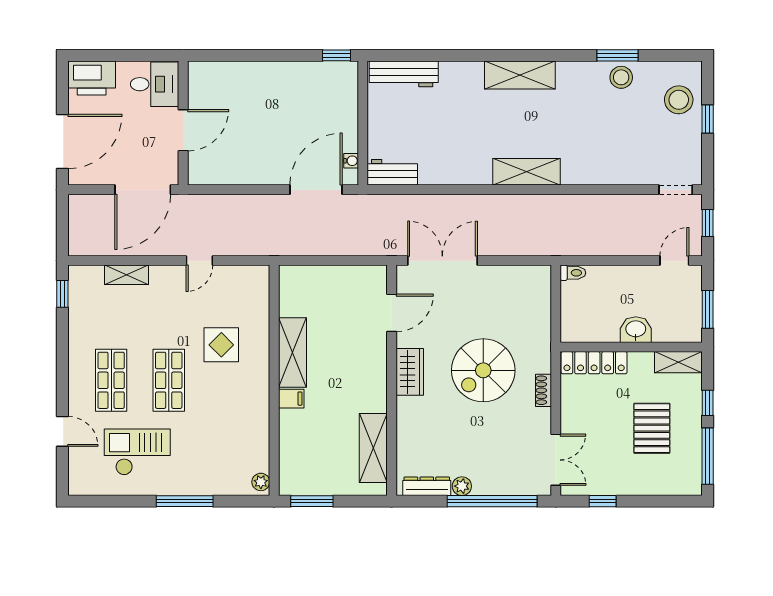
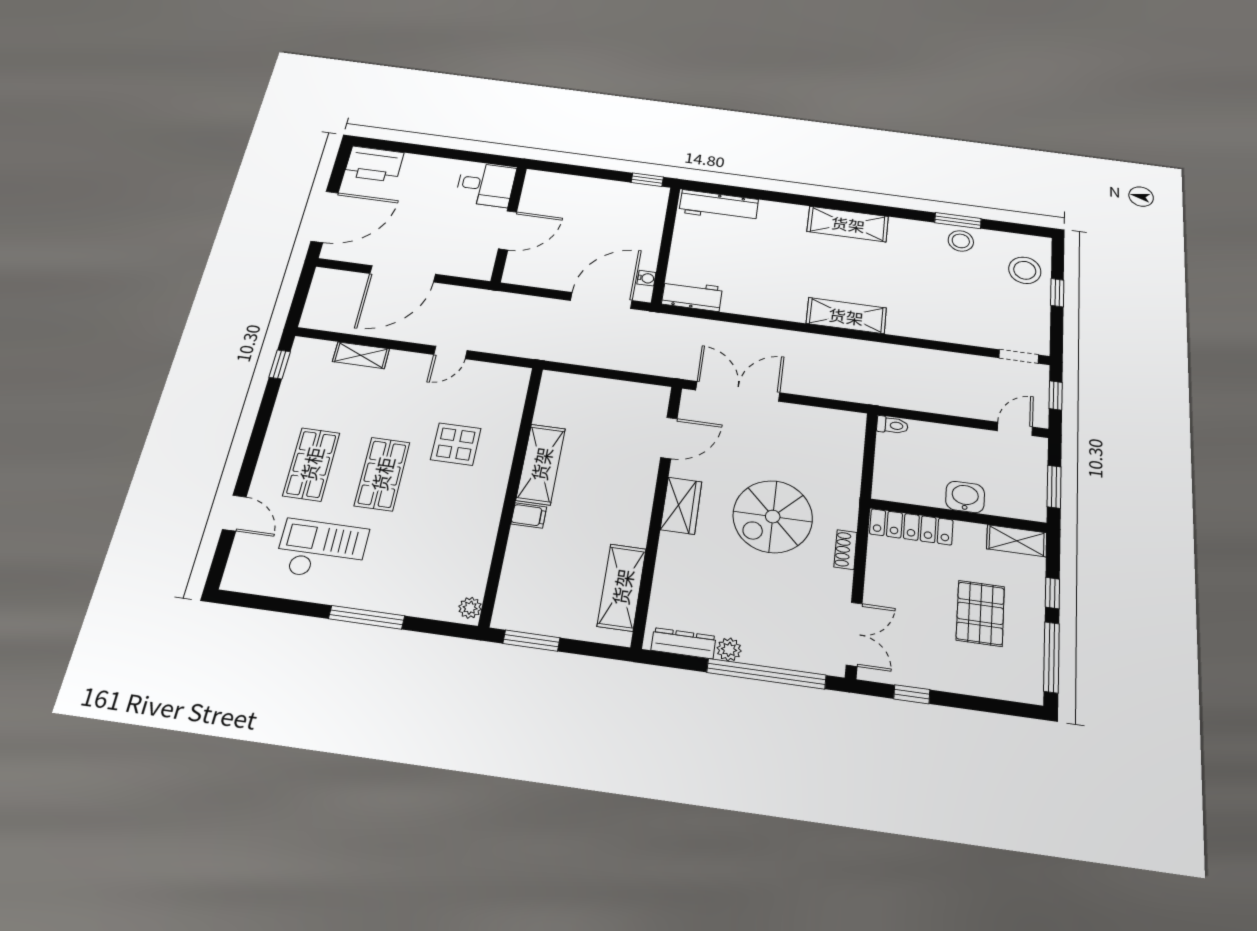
desk: (155, 84) -> (486, 185), moved
wall: (183, 123) -> (509, 224), moved
door: (183, 130) -> (507, 230), moved

